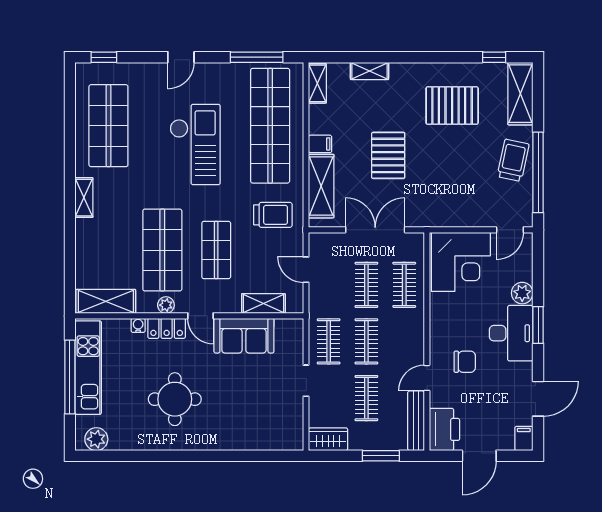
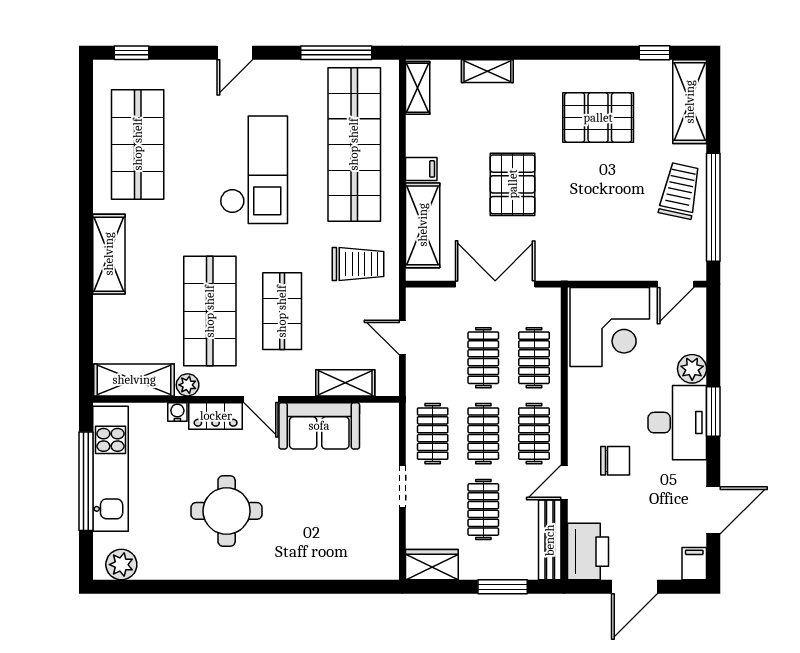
shelving: (84, 198) -> (109, 254), width x1.50, depth x1.33
plant: (166, 305) -> (188, 385), moved
clothes rail: (404, 341) -> (534, 434), added

